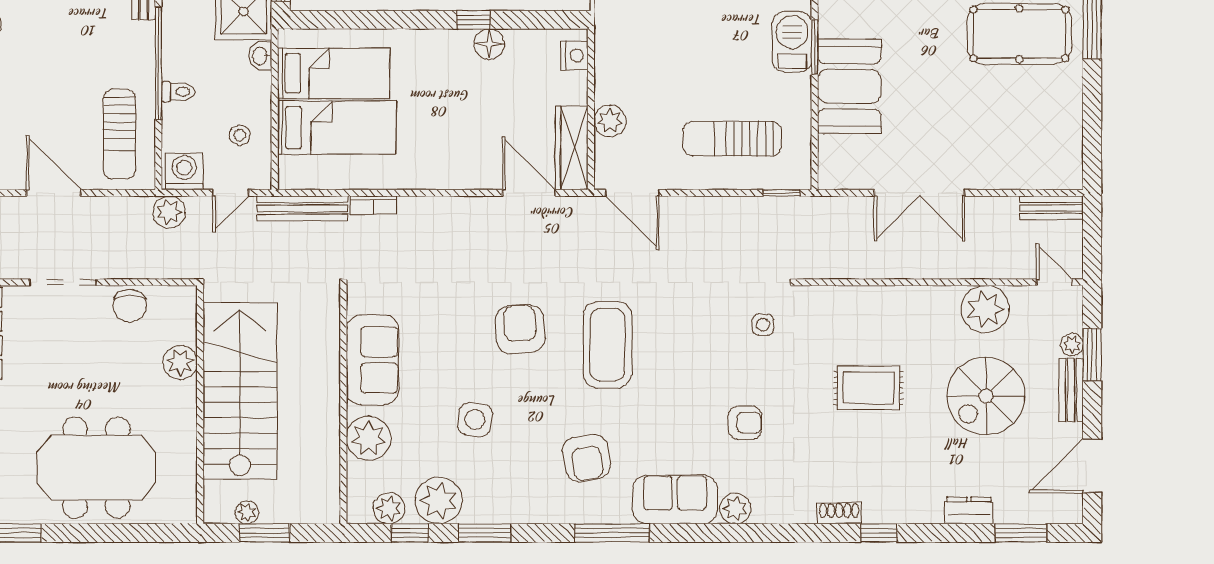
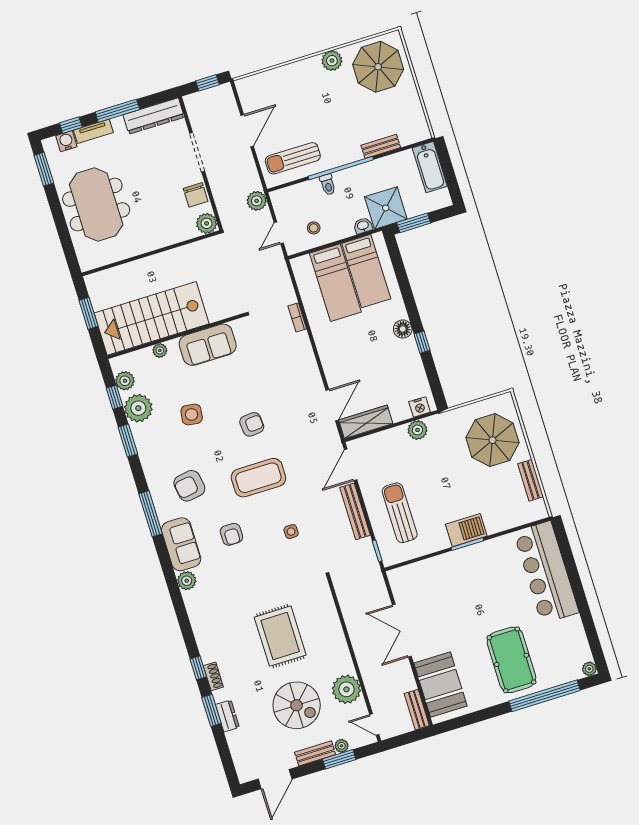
floor lamp: (489, 44) -> (403, 329), moved
booth: (849, 86) -> (440, 684), moved, turned 90
plant: (610, 121) -> (417, 430), moved
washing machine: (184, 171) -> (283, 202), removed
door: (231, 193) -> (279, 233), hinge flipped
bench: (302, 209) -> (355, 511), moved
door: (1054, 282) -> (374, 724), swing flipped
chair: (130, 306) -> (196, 195), turned -90
side table: (763, 325) -> (291, 532), moved
armchair: (520, 329) -> (252, 424), width x0.72, depth x0.72
plant: (180, 362) -> (207, 223), moved
rug: (868, 388) -> (280, 636), width x1.36, depth x1.43
stairs: (240, 391) -> (152, 318), moved, turned 180
spiral stairs: (986, 396) -> (297, 705), turned 180
armchair: (745, 423) -> (231, 534), moved
plant: (369, 438) -> (160, 350), width x0.53, depth x0.53
door: (1092, 466) -> (275, 779), swing flipped
plant: (247, 512) -> (97, 299), removed
shoe rack: (839, 513) -> (213, 676), moved
window: (1021, 533) -> (211, 710), moved

